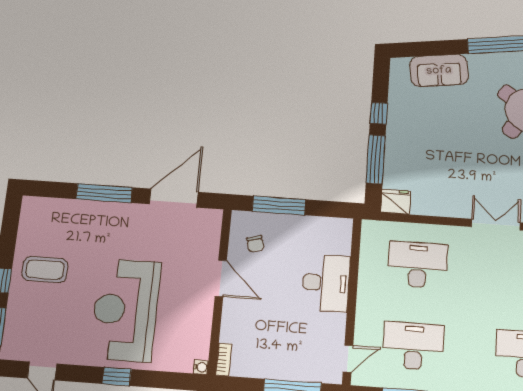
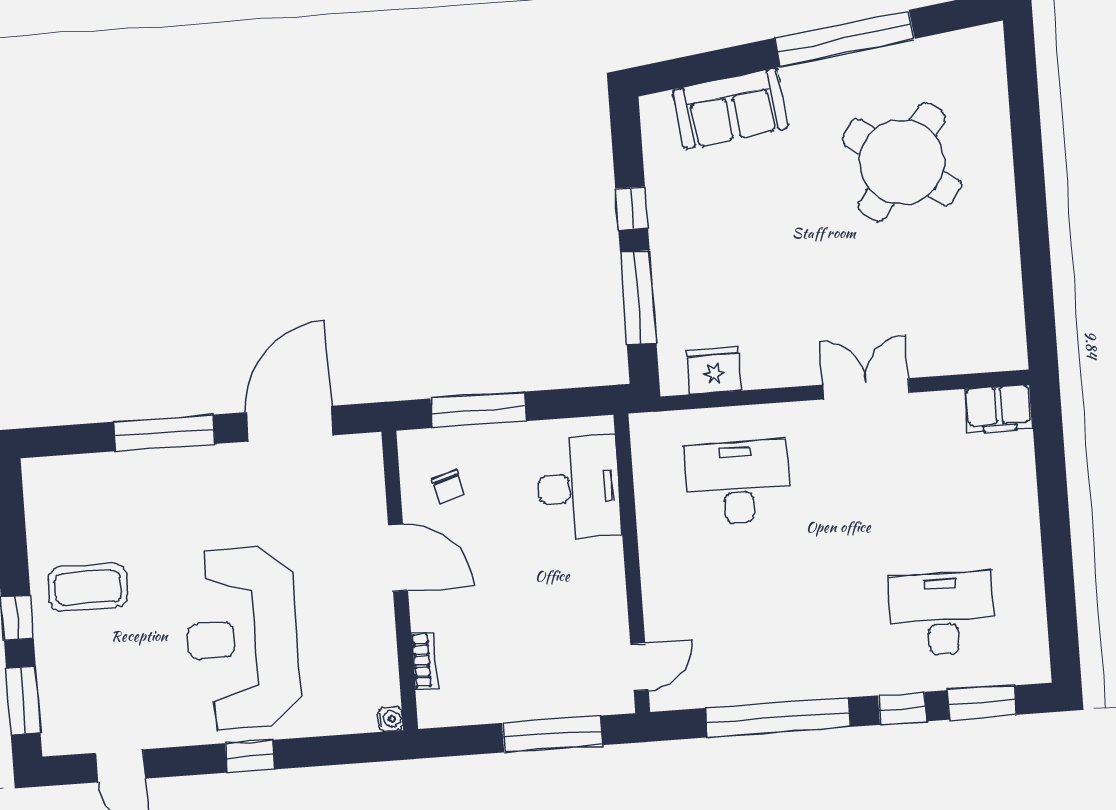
fridge: (396, 202) -> (714, 370), moved
desk: (326, 283) -> (579, 487), moved
desk: (413, 346) -> (748, 628), removed
bookcase: (224, 360) -> (424, 660), moved

